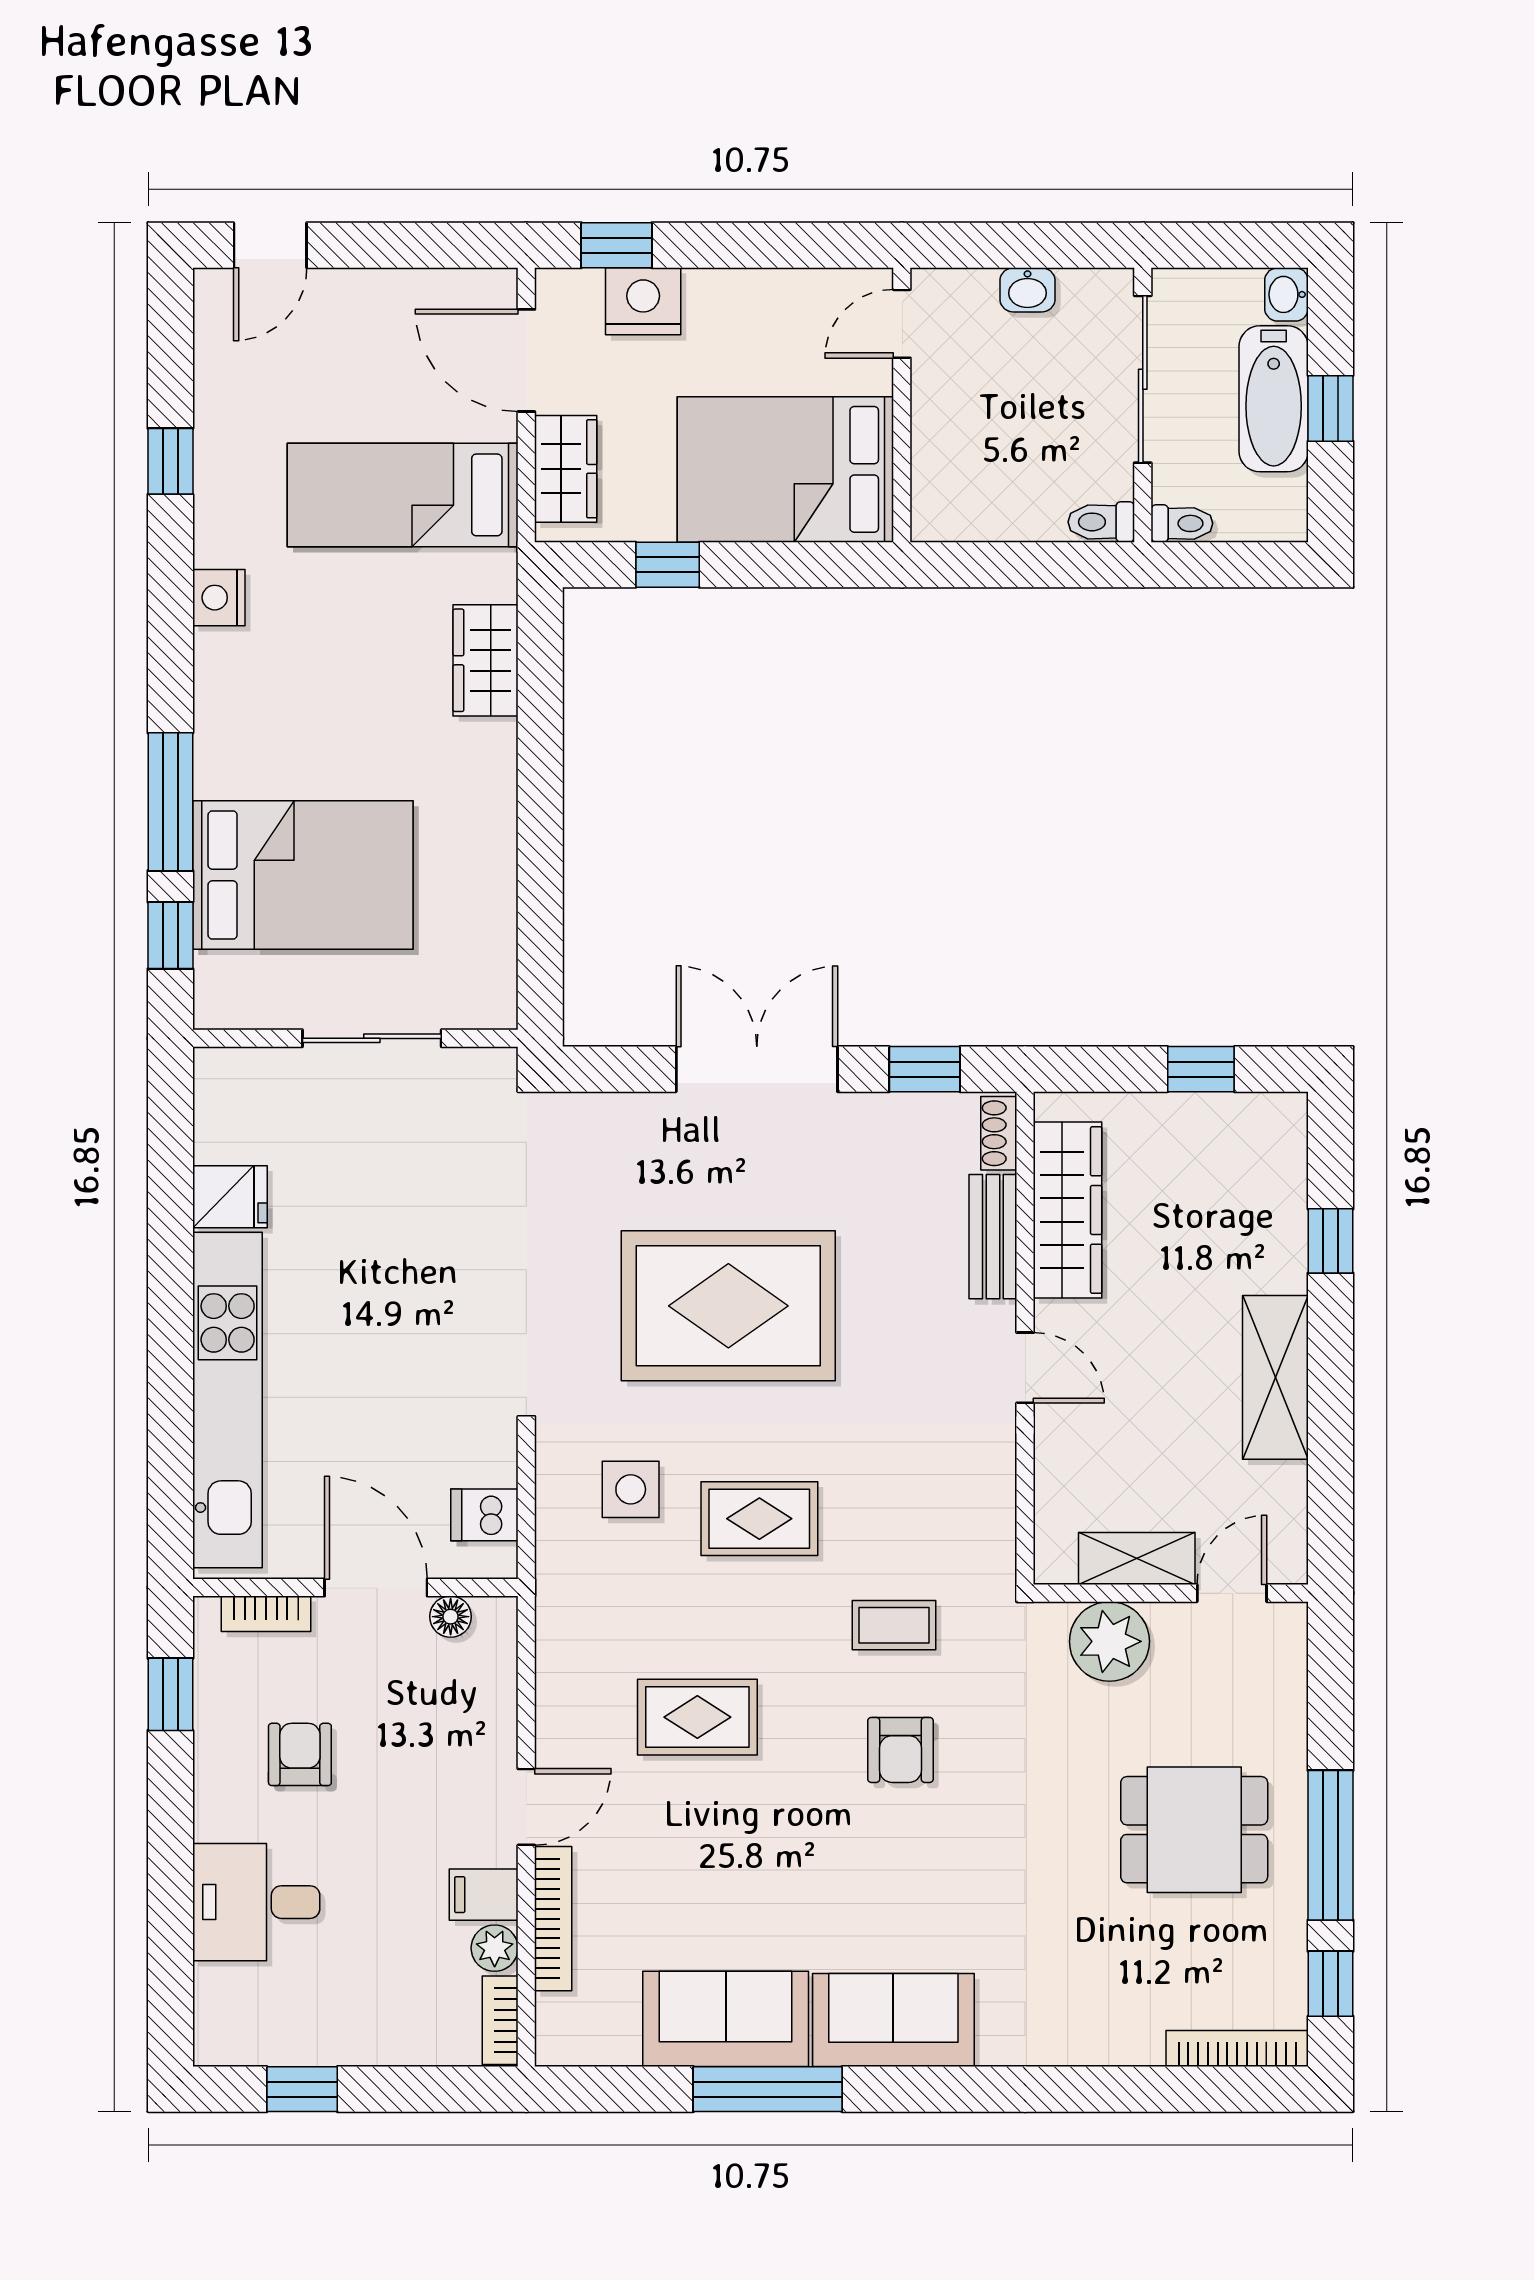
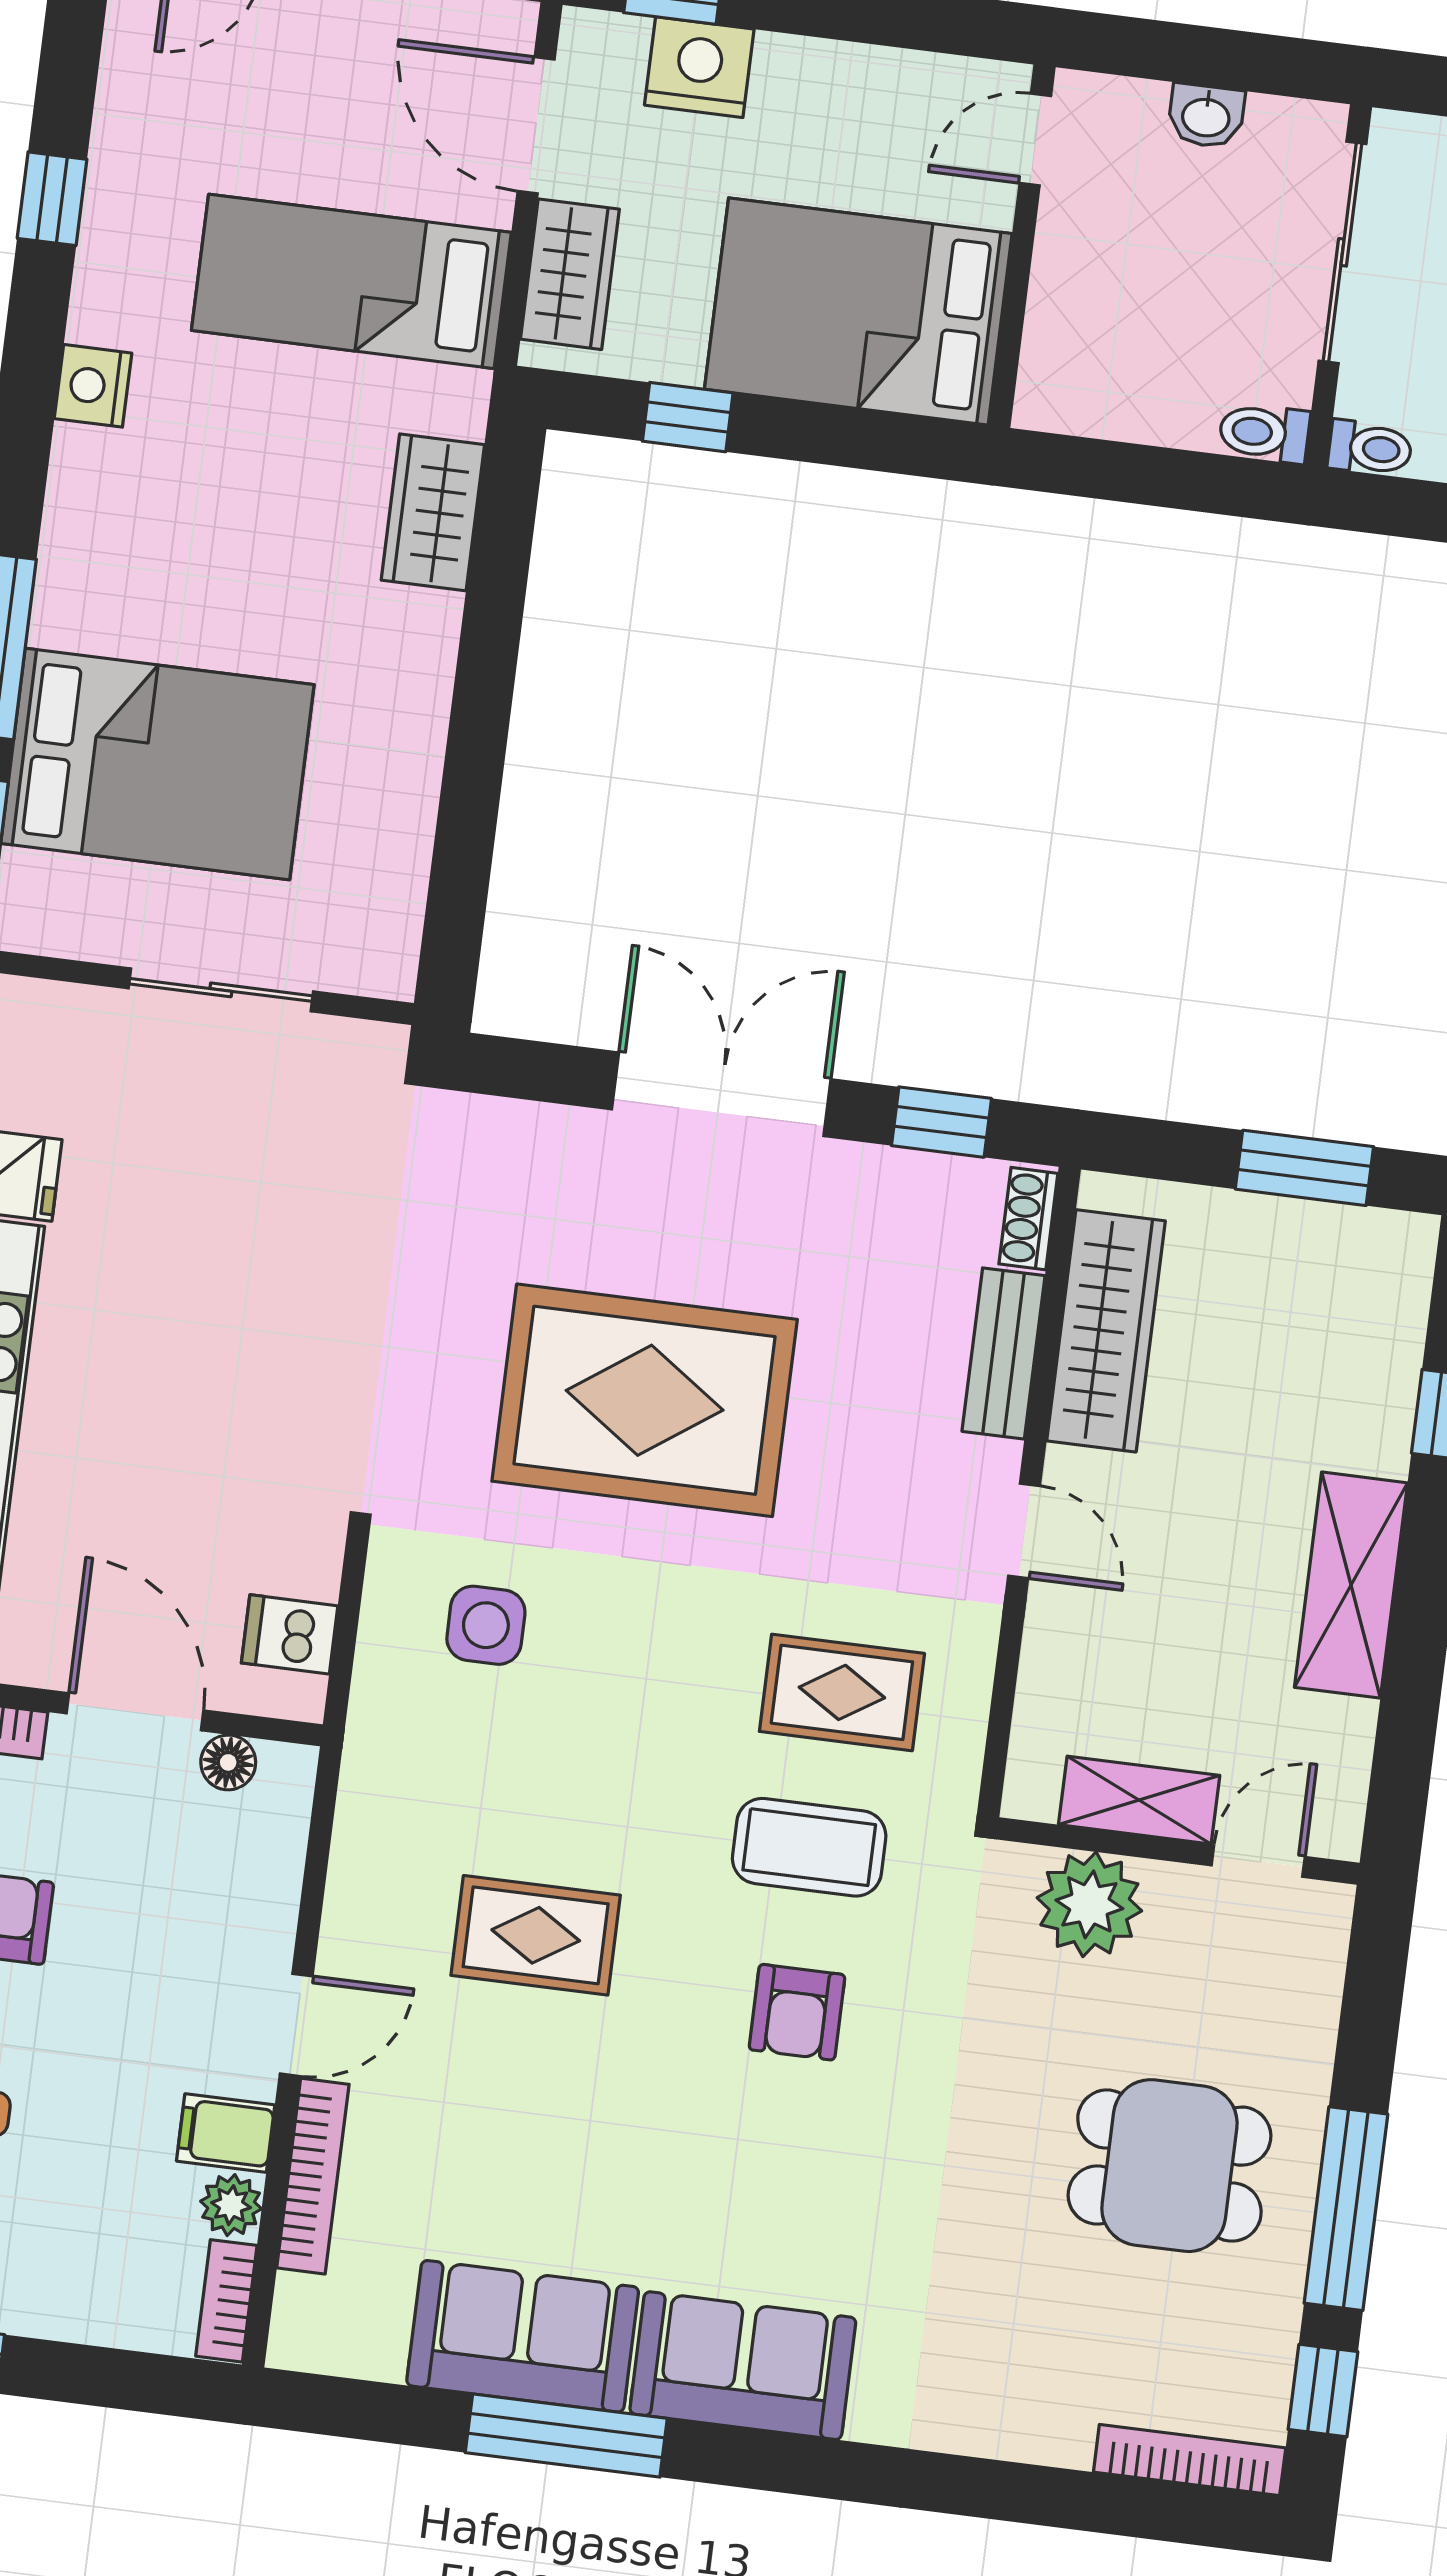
window: (1201, 1069) -> (1304, 1168), width x1.50
rug: (759, 1519) -> (842, 1692), moved
coffee table: (894, 1625) -> (809, 1847), width x1.36, depth x1.30

